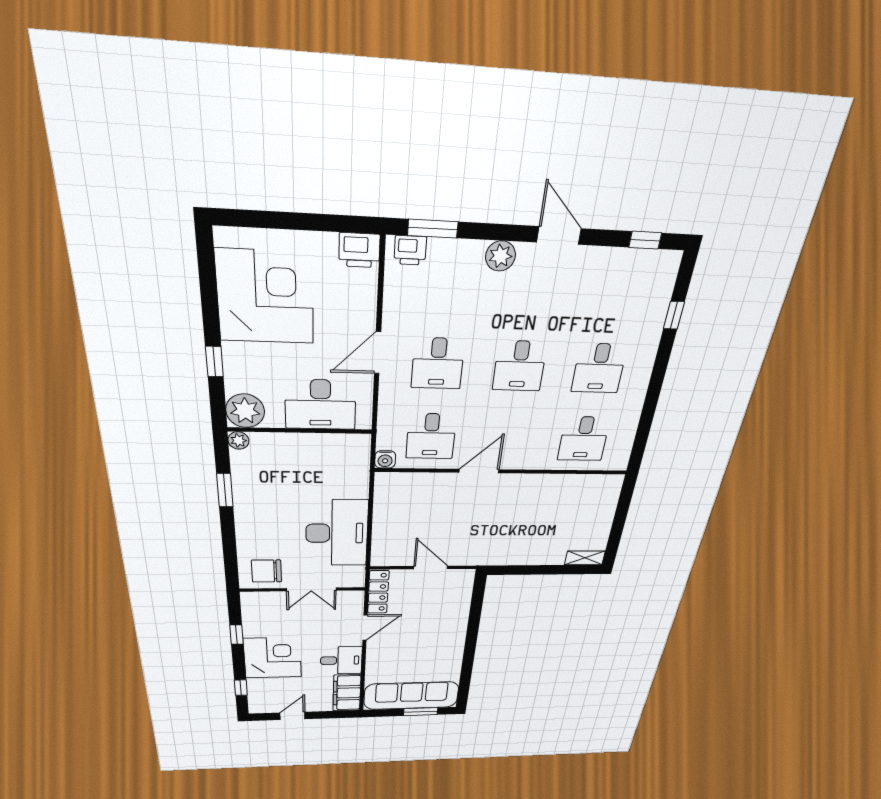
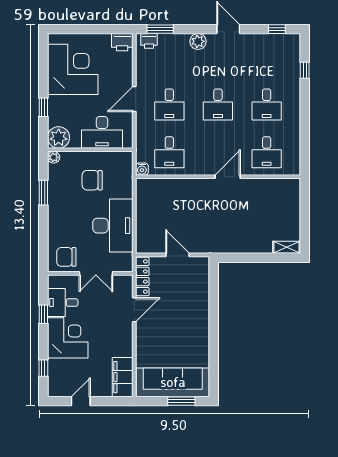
door: (479, 471) -> (228, 177), moved
chair: (304, 474) -> (92, 180), added
desk: (341, 660) -> (63, 303), moved, turned 180

